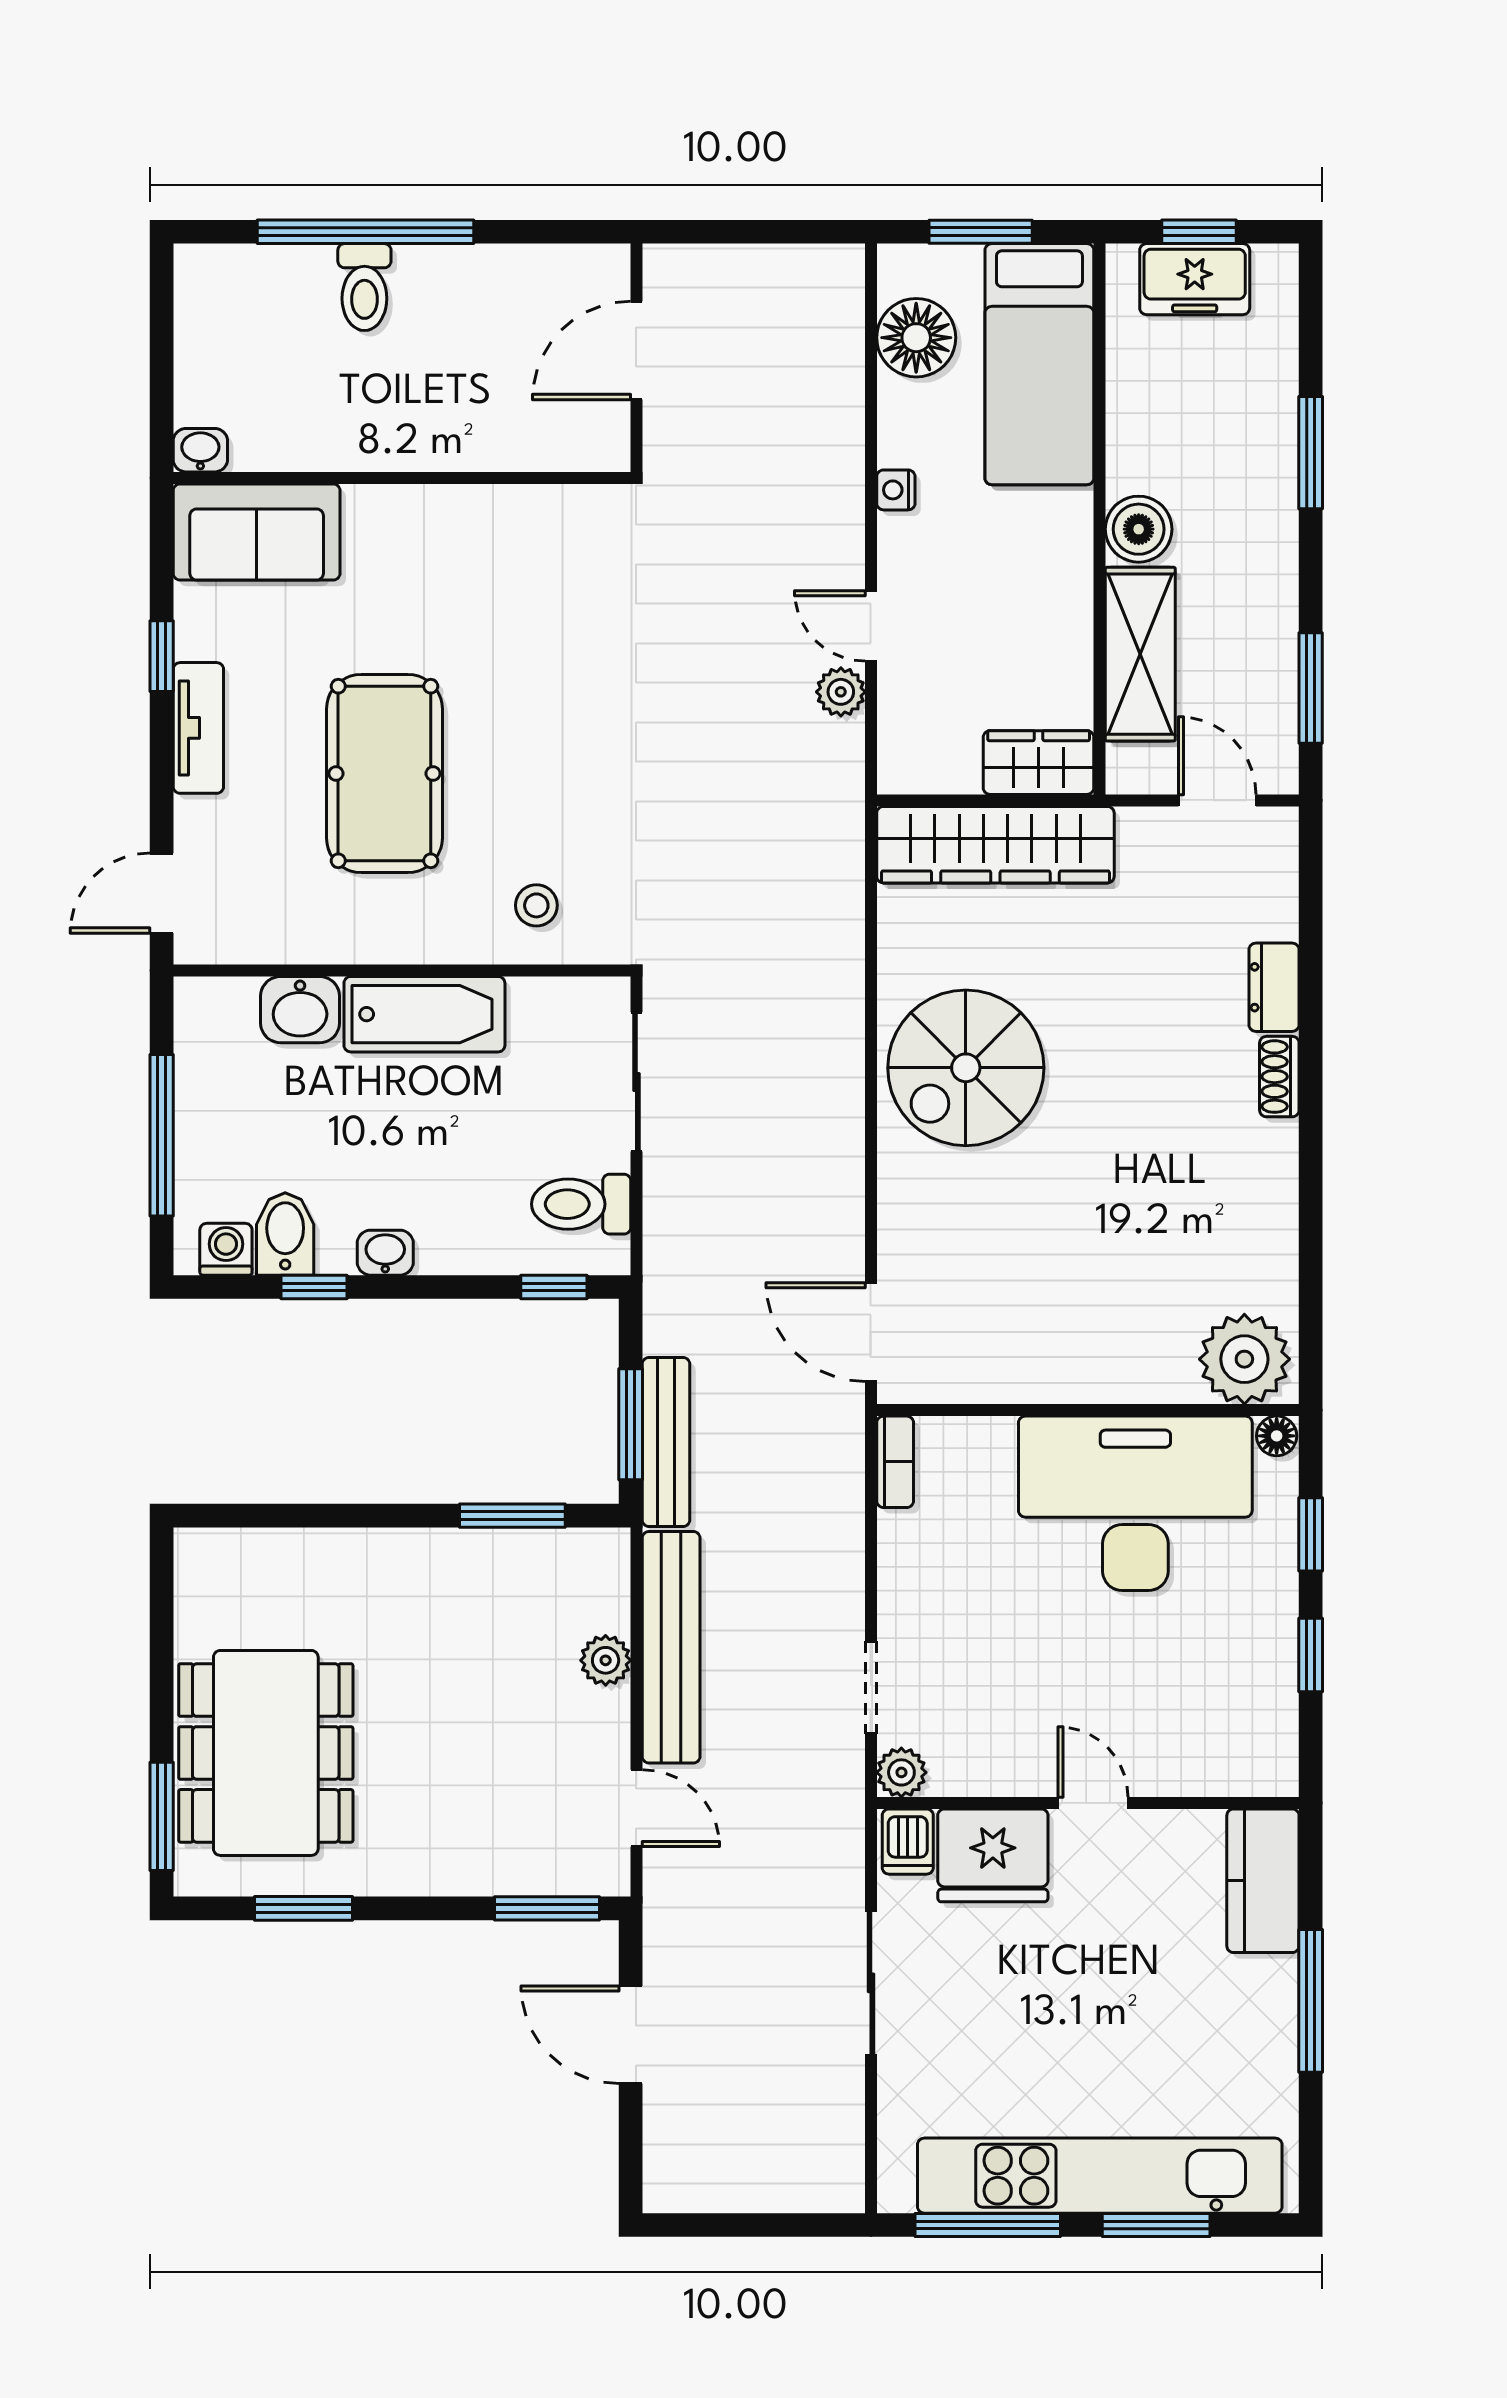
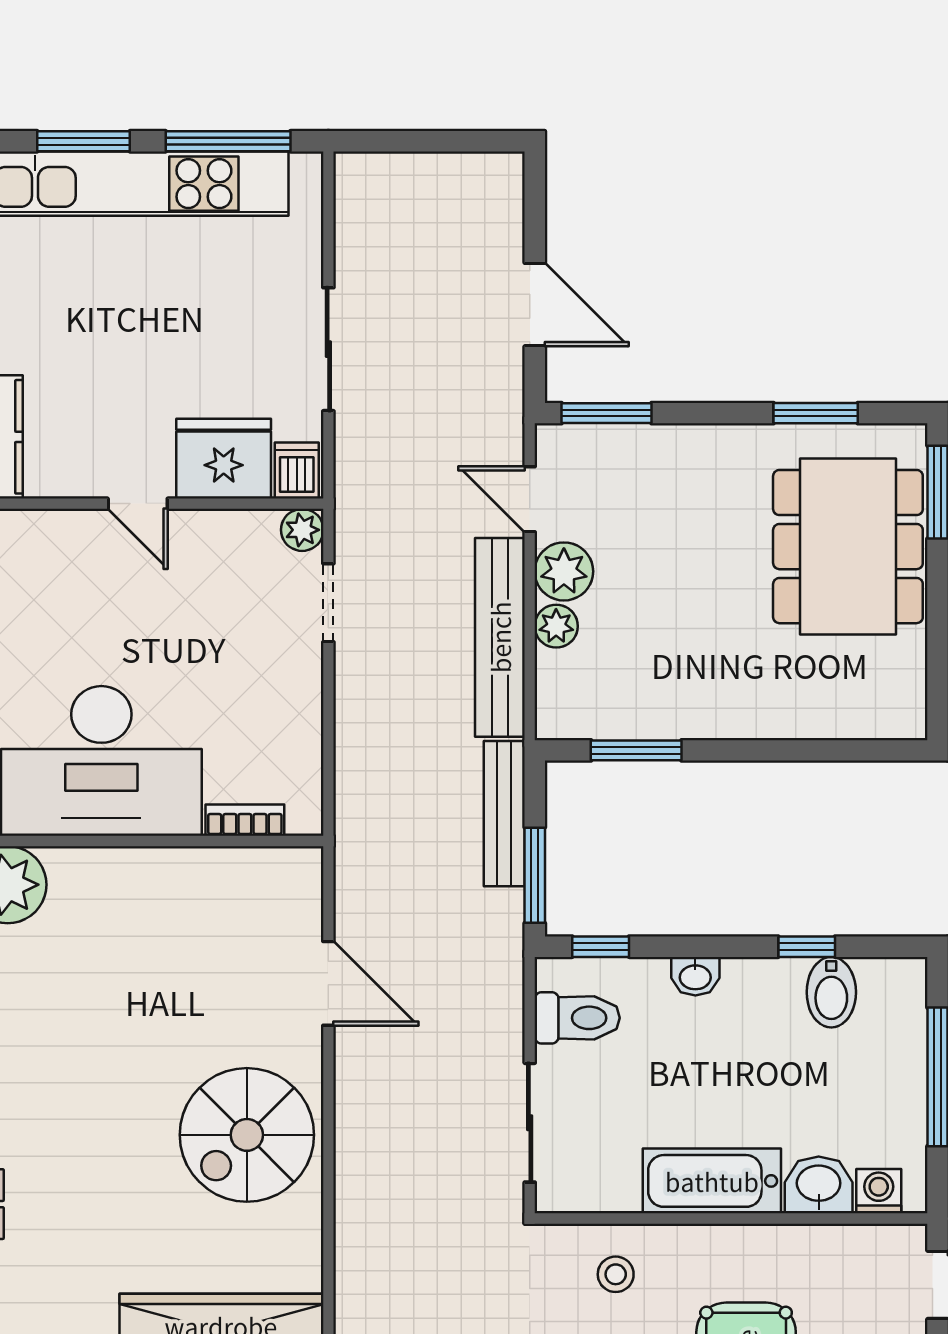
spiral stairs: (966, 1068) -> (247, 1135), turned 180
washing machine: (226, 1249) -> (879, 1191), moved, turned 180
washbasin: (385, 1253) -> (695, 976), moved
door: (871, 1332) -> (328, 983), moved
window: (631, 1424) -> (535, 875), moved
bookcase: (895, 1462) -> (245, 820), moved, turned 90
plant: (597, 1724) -> (564, 571), added

